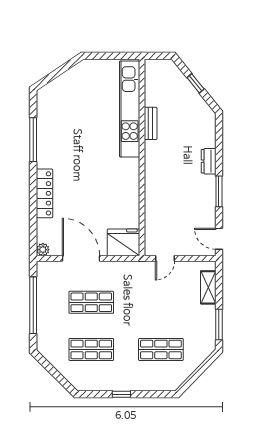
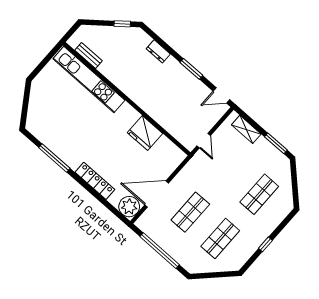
window: (196, 83) -> (122, 24), moved
bench: (151, 123) -> (89, 56), moved
dresser: (209, 161) -> (158, 51), moved
fridge: (124, 242) -> (145, 133), moved, turned -90
plant: (43, 250) -> (129, 207), width x1.88, depth x1.88

